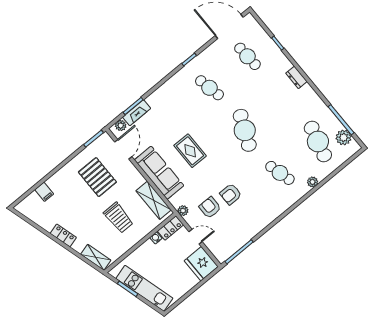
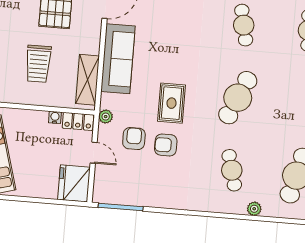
rug: (190, 151) -> (172, 103), moved

